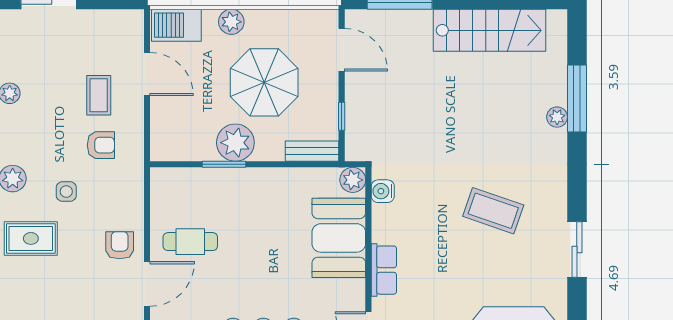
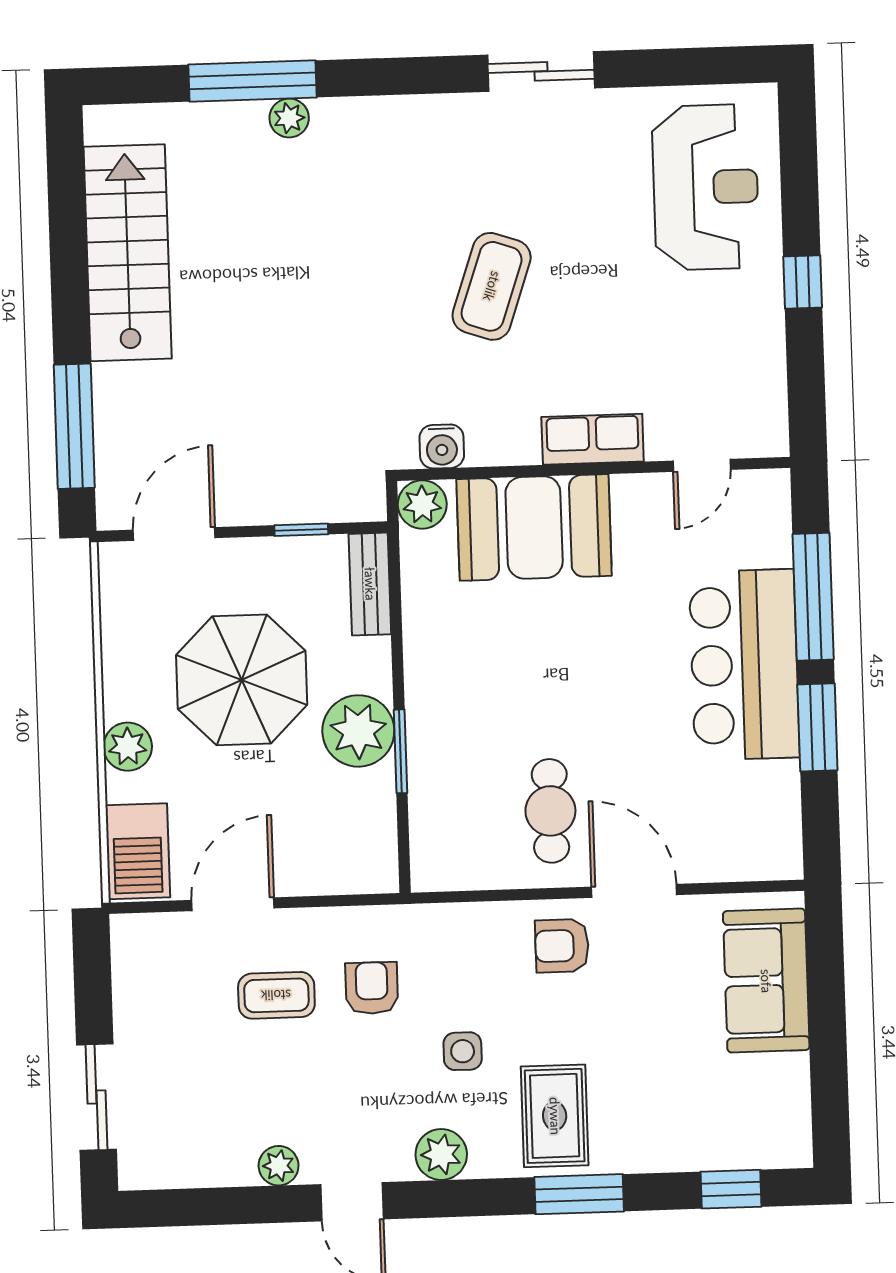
coffee table: (493, 211) -> (492, 286), moved

